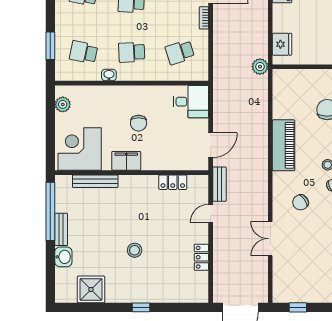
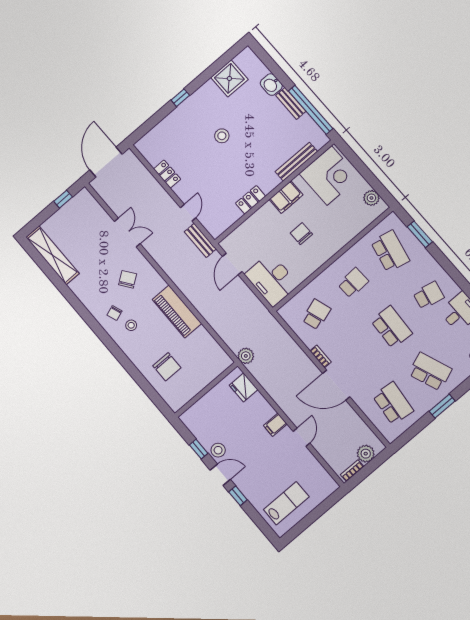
school desk: (84, 52) -> (390, 251), width x1.85
washbasin: (109, 75) -> (355, 251), removed
desk: (191, 102) -> (272, 279), width x1.37
locker: (173, 182) -> (251, 200), moved

